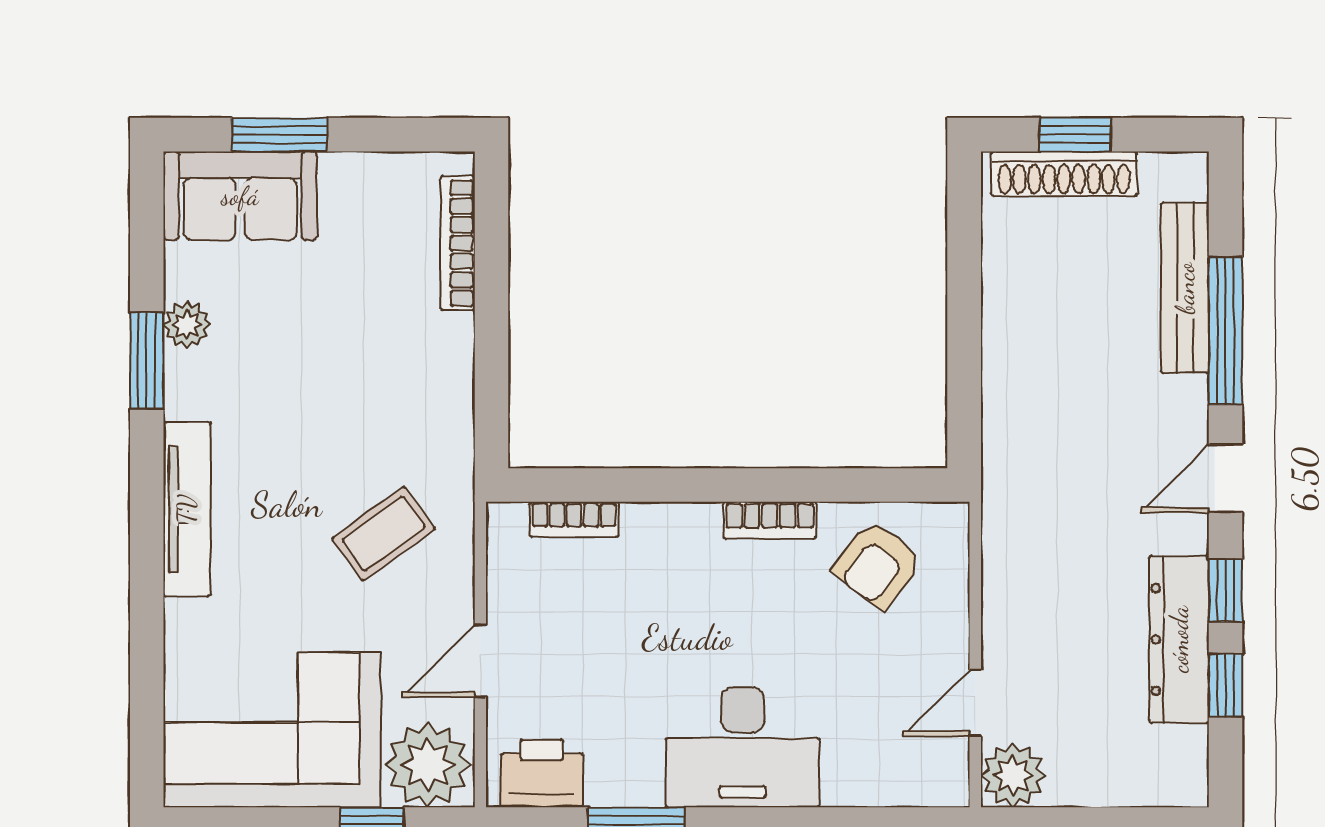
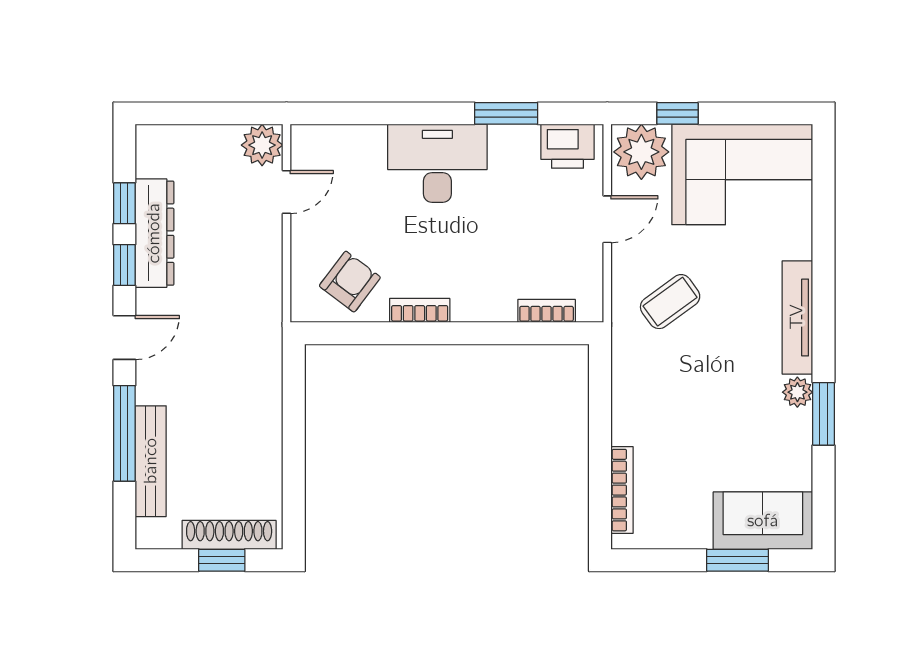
plant: (187, 325) -> (797, 392), moved

